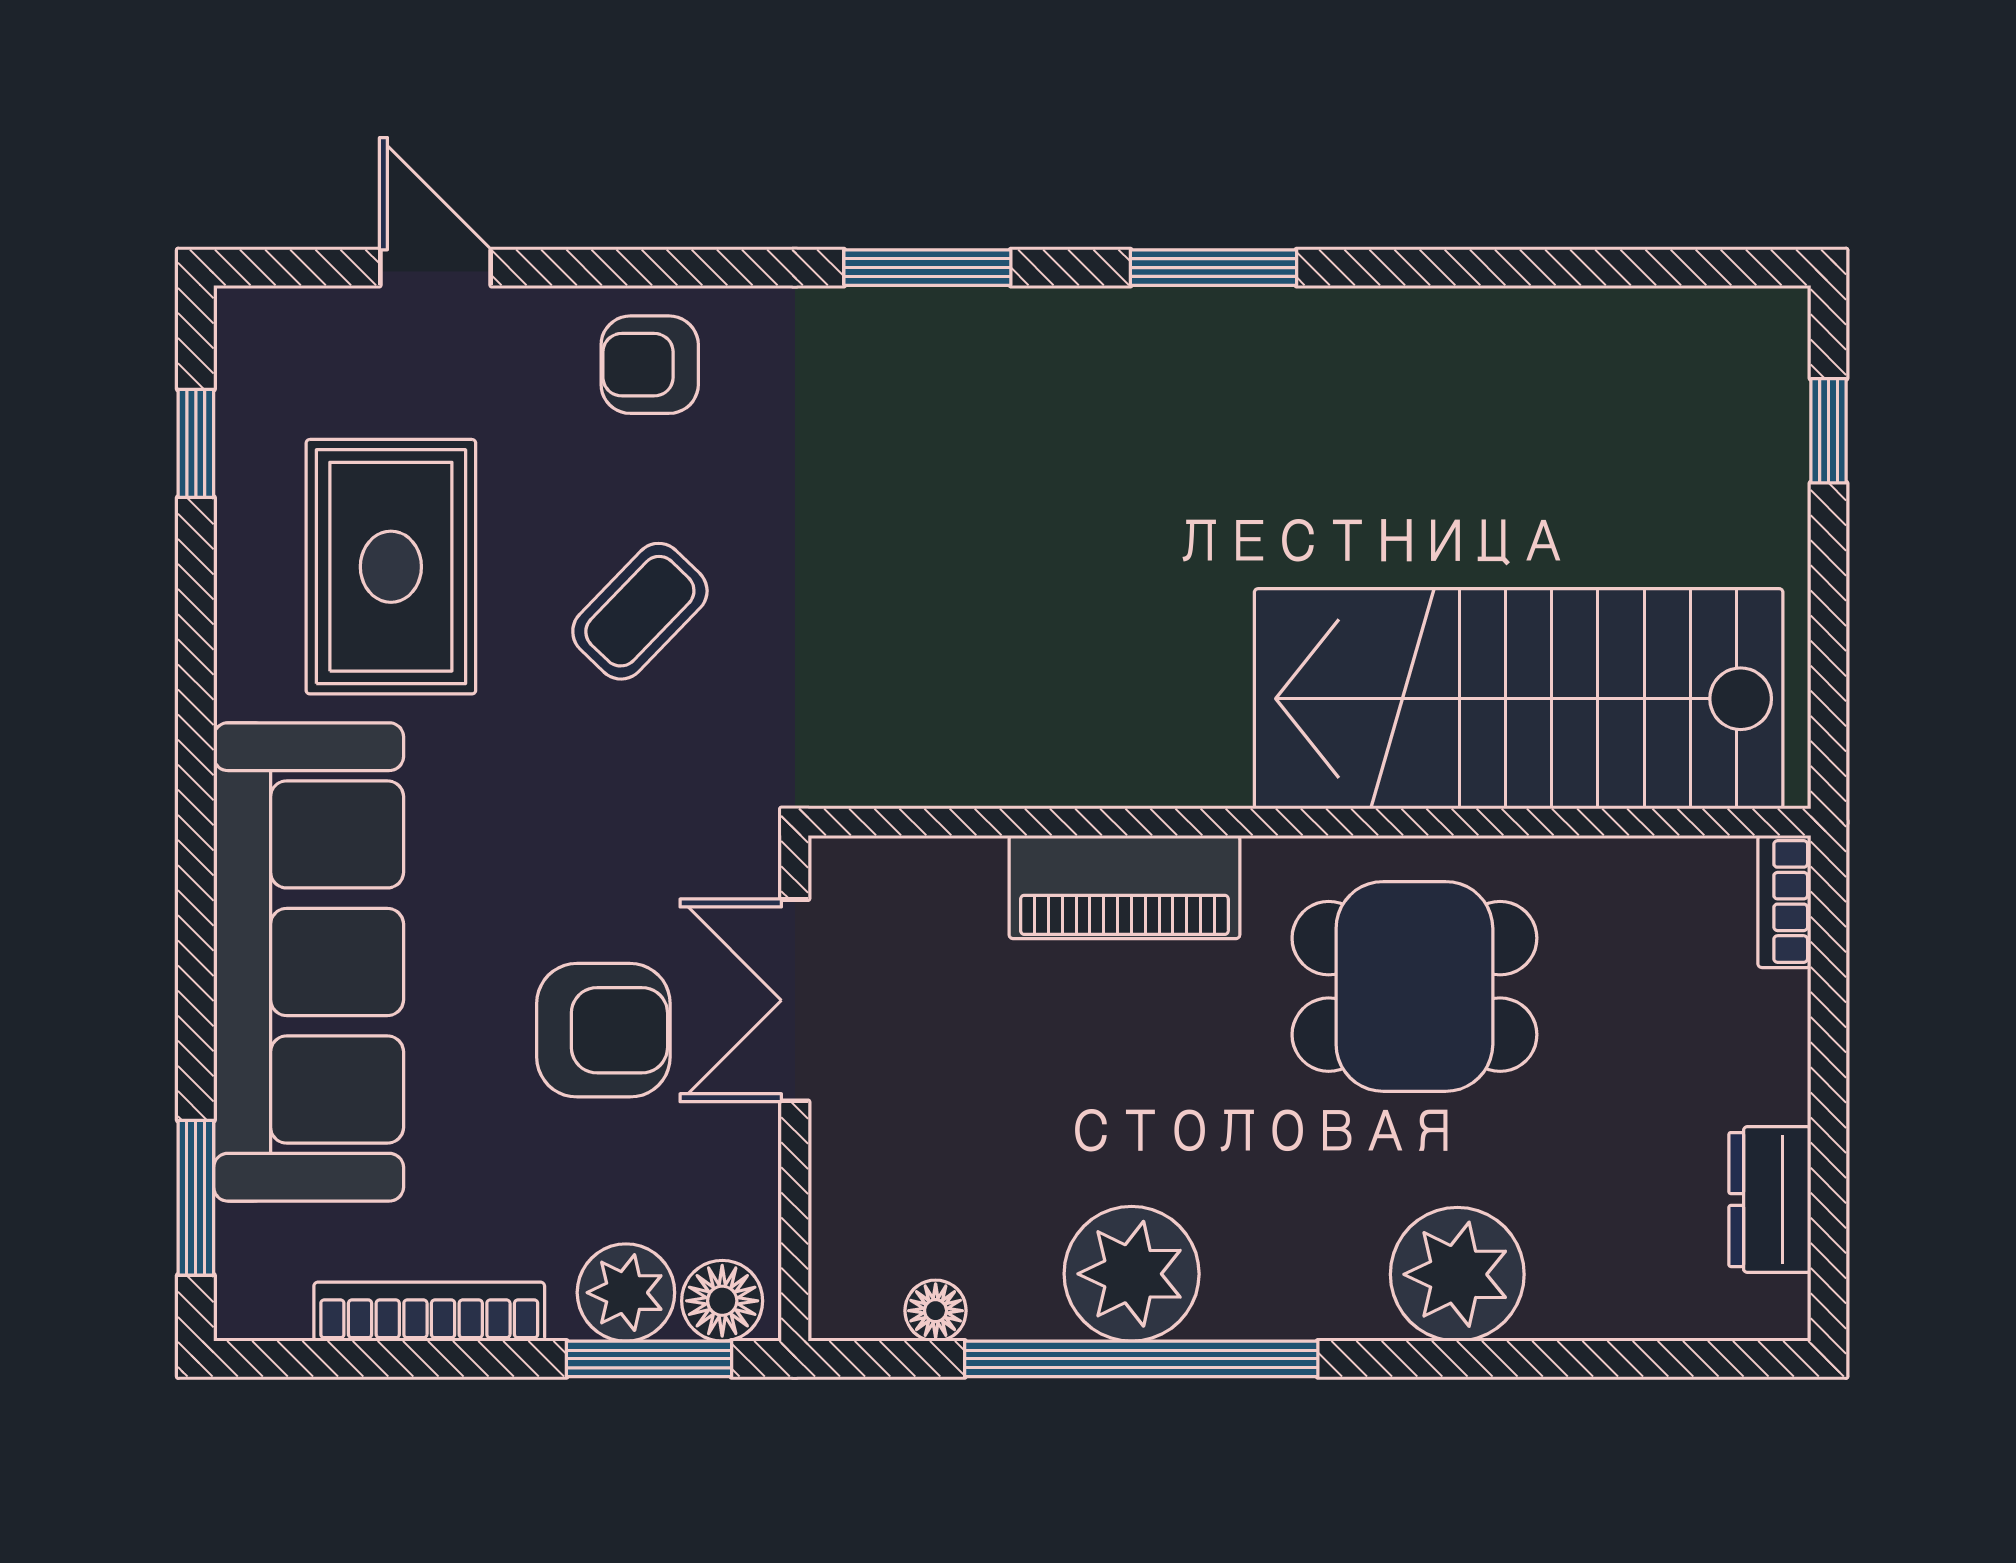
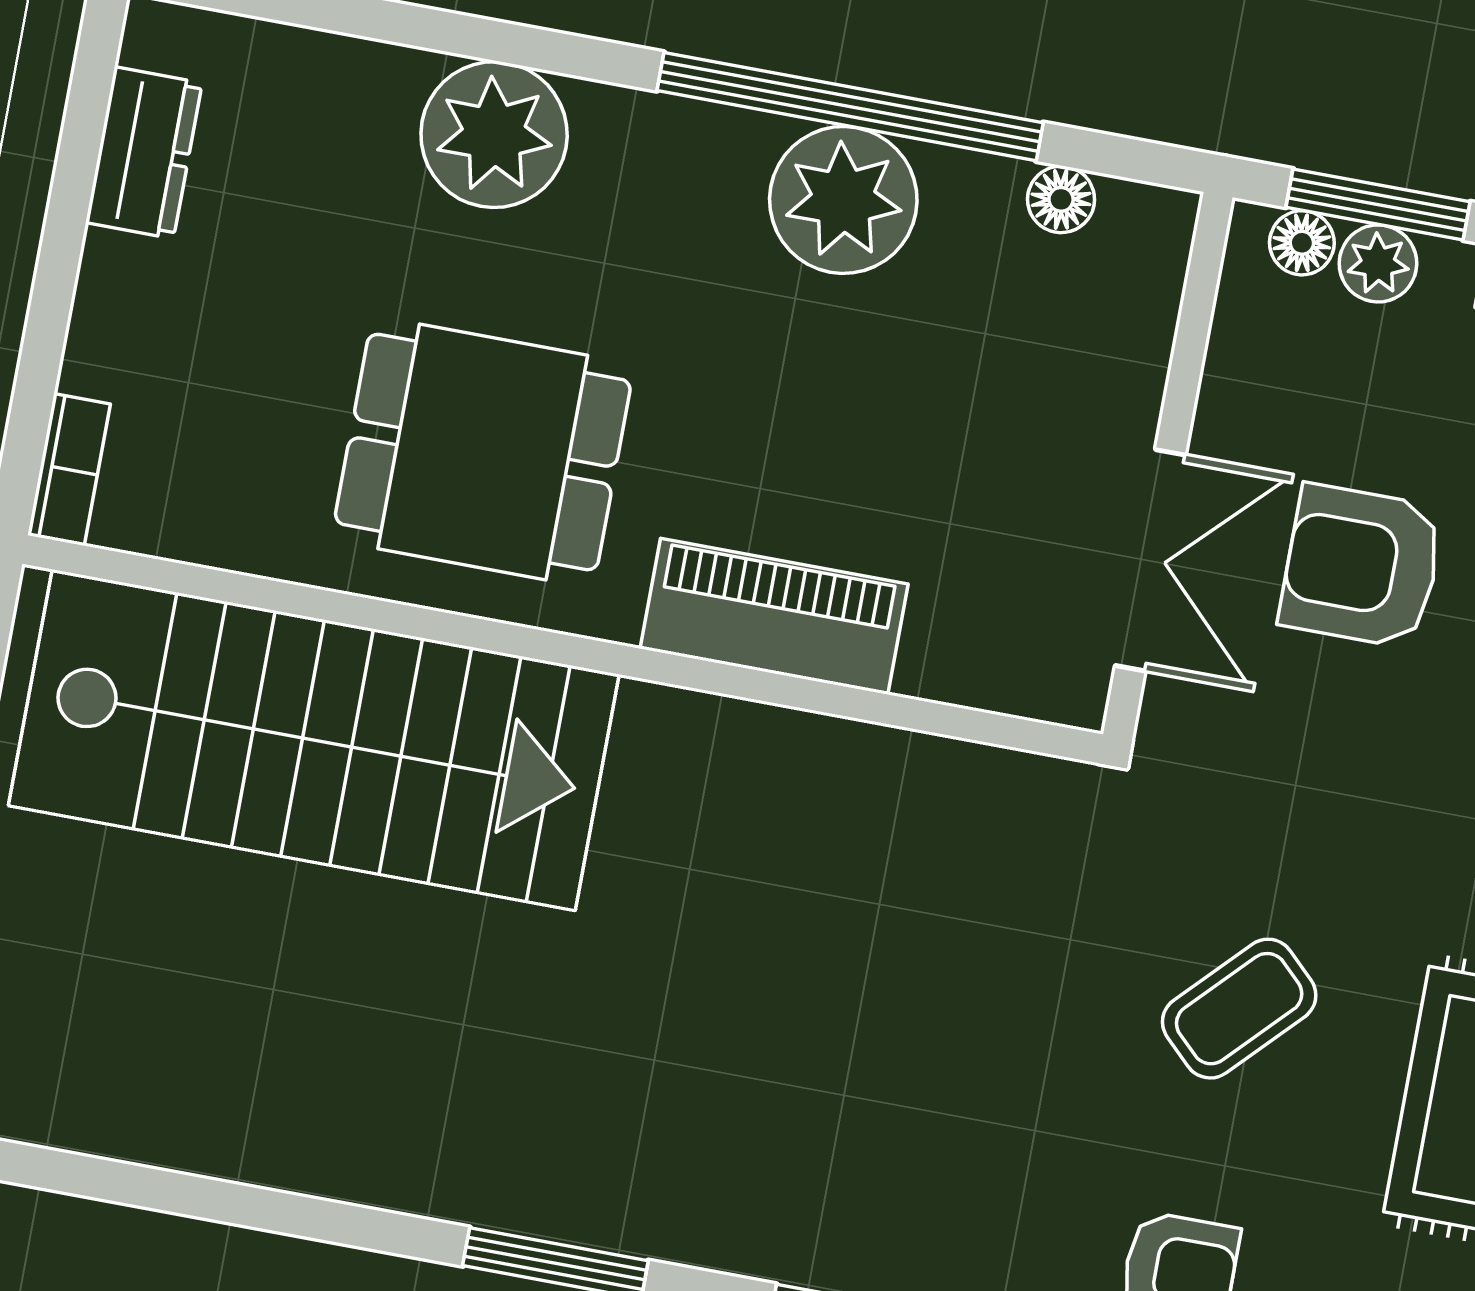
plant: (626, 1293) -> (1378, 263), width x0.73, depth x0.73
floor lamp: (722, 1301) -> (1302, 243), width x0.73, depth x0.73

